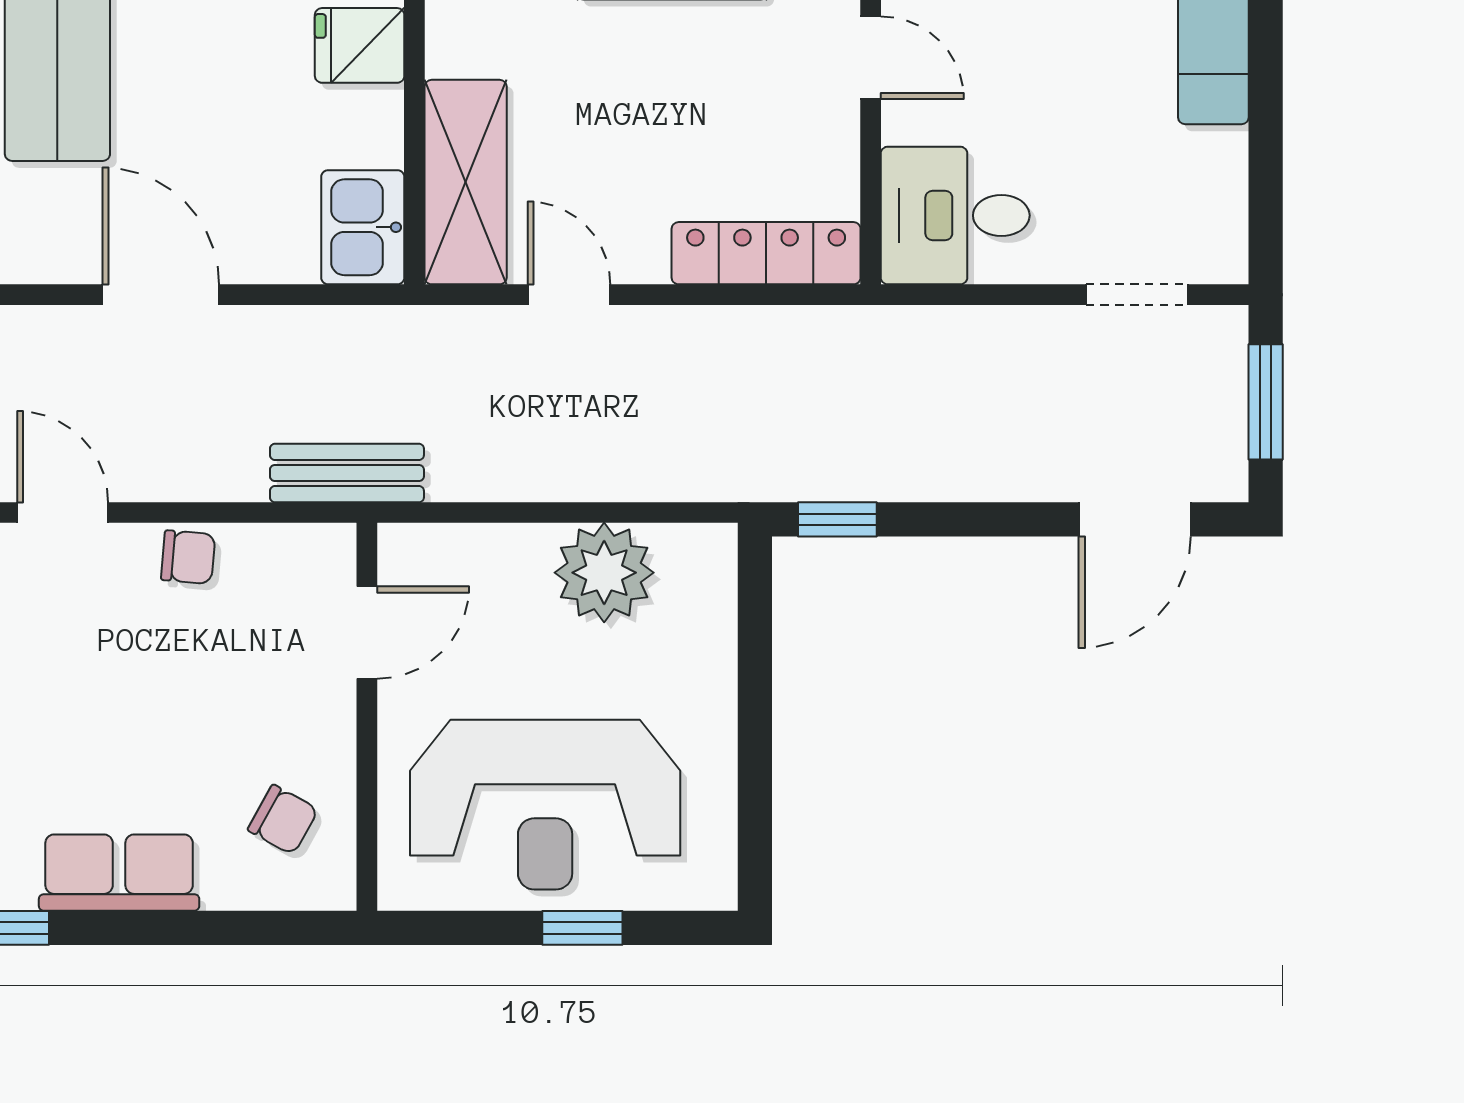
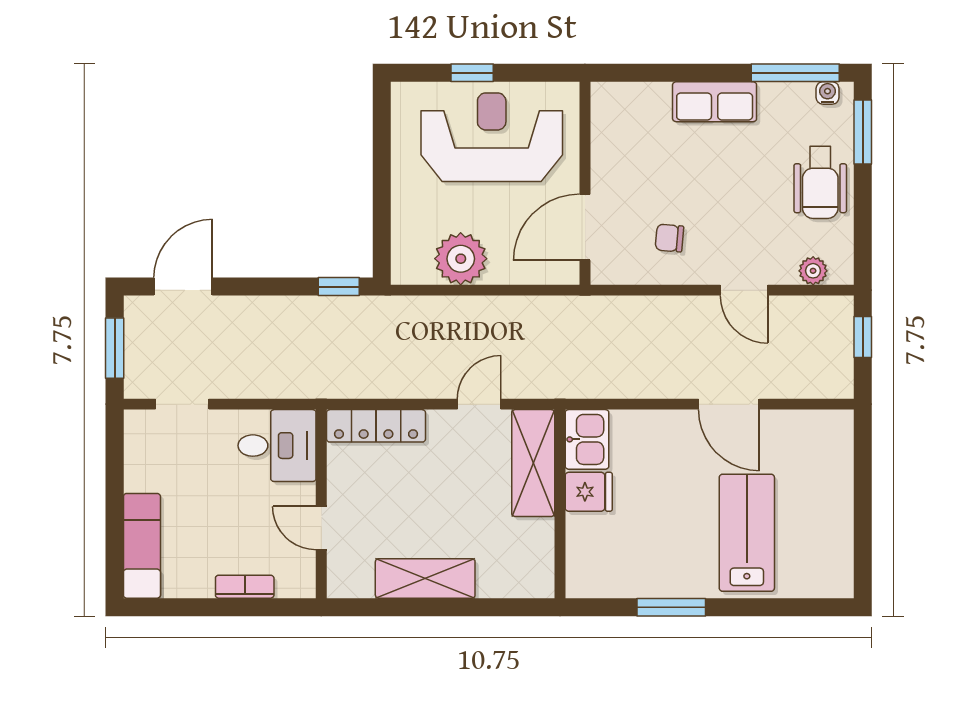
fridge: (360, 45) -> (589, 492), moved
door: (161, 295) -> (729, 404), moved
door: (569, 295) -> (479, 404), swing flipped
bench: (347, 473) -> (595, 311), removed
chair: (188, 557) -> (669, 238), moved
door: (367, 633) -> (585, 227), width x1.38
chair: (283, 820) -> (629, 129), removed

